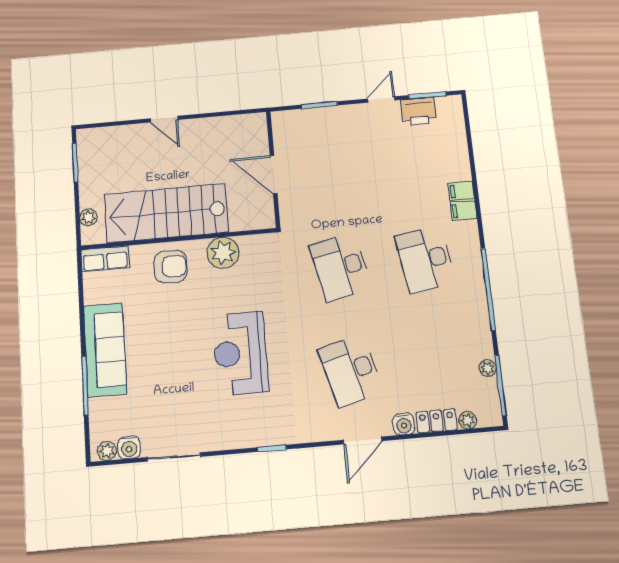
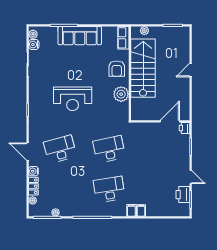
printer: (283, 120) -> (185, 128), added
door: (274, 174) -> (170, 121), moved
reception desk: (240, 353) -> (73, 99), turned 180

